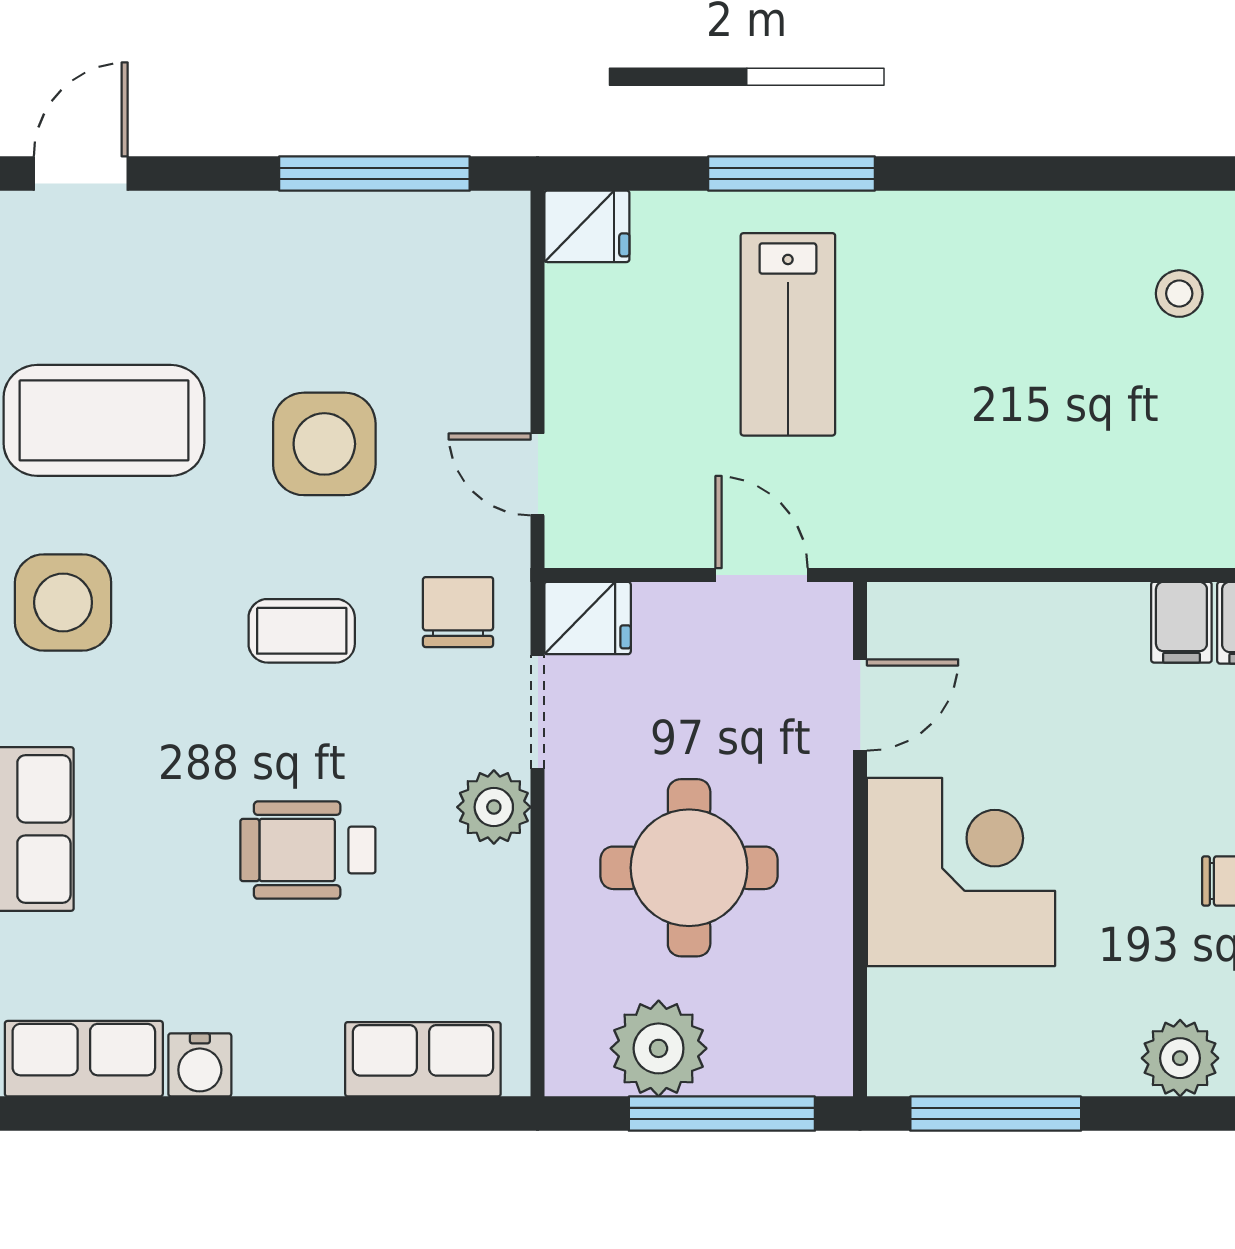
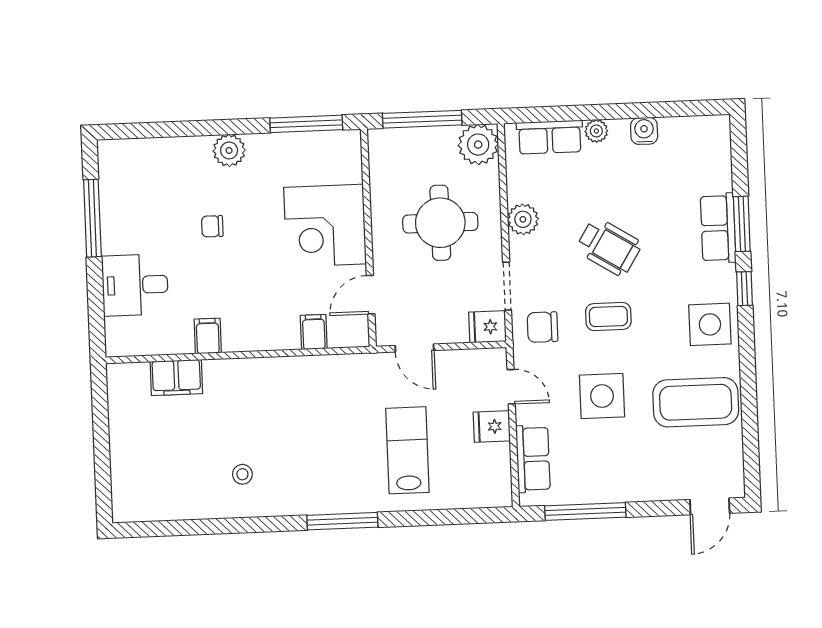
window: (791, 173) -> (342, 521), moved
fridge: (587, 226) -> (492, 426), moved
chair: (458, 612) -> (542, 327), turned 90
filing cabinet: (1181, 622) -> (314, 332), moved
plant: (494, 807) -> (523, 219), moved
wheelchair: (308, 850) -> (609, 247), moved, turned 32
plant: (659, 1048) -> (478, 145), moved
row of seats: (84, 1059) -> (533, 459), moved, turned -90
plant: (312, 1069) -> (596, 131), added

